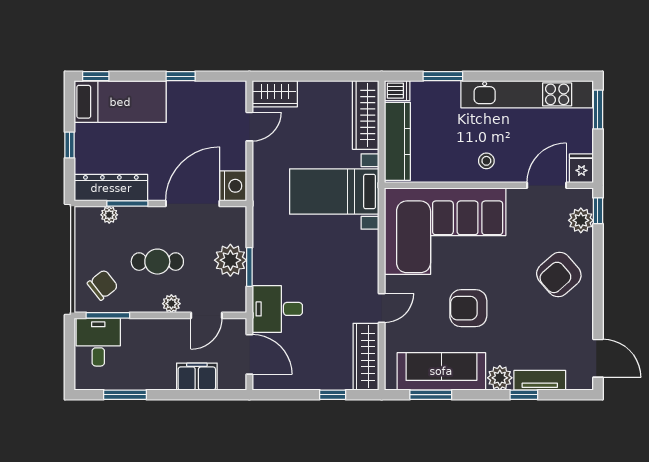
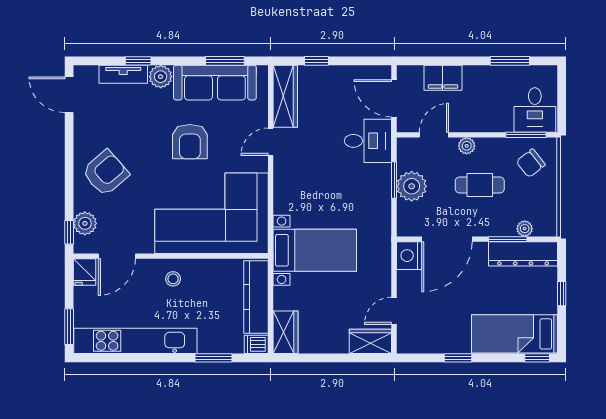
wardrobe: (366, 115) -> (286, 332), width x0.67
armchair: (468, 308) -> (190, 142), turned 90

